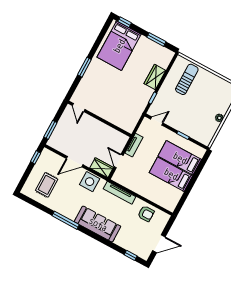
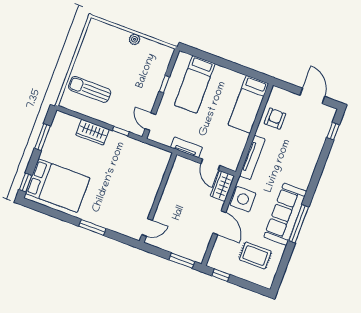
door: (119, 161) -> (210, 165), hinge flipped
bed: (171, 174) -> (248, 104), moved
sofa: (98, 224) -> (285, 214), moved

